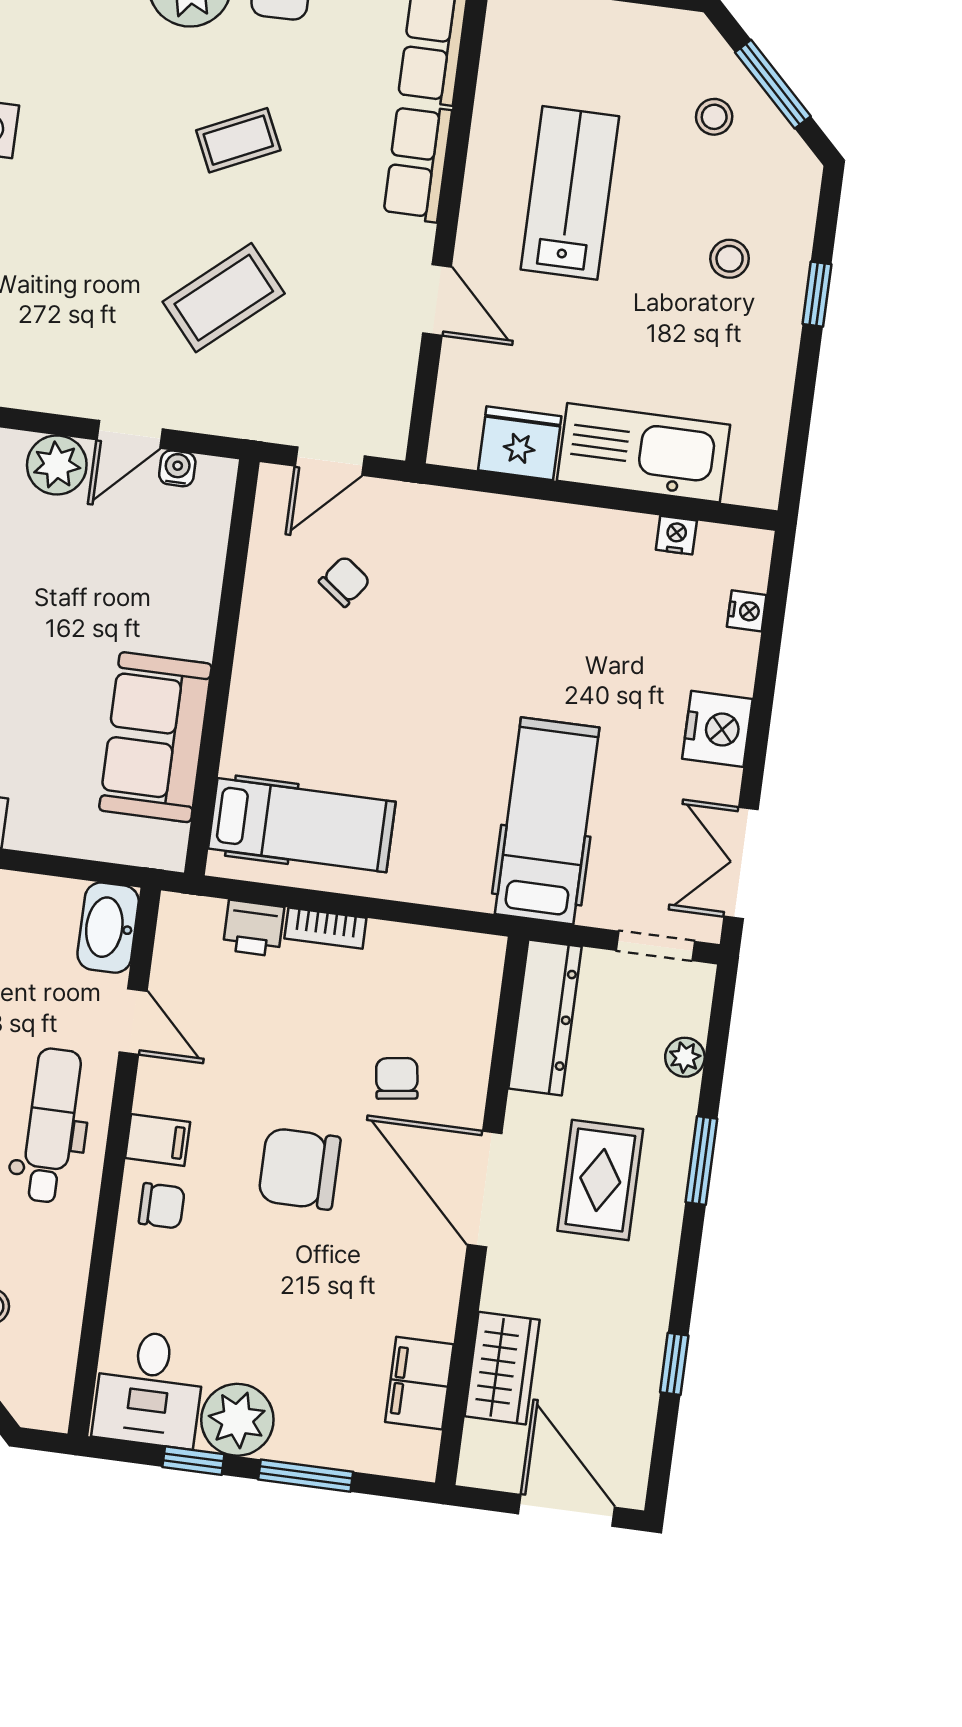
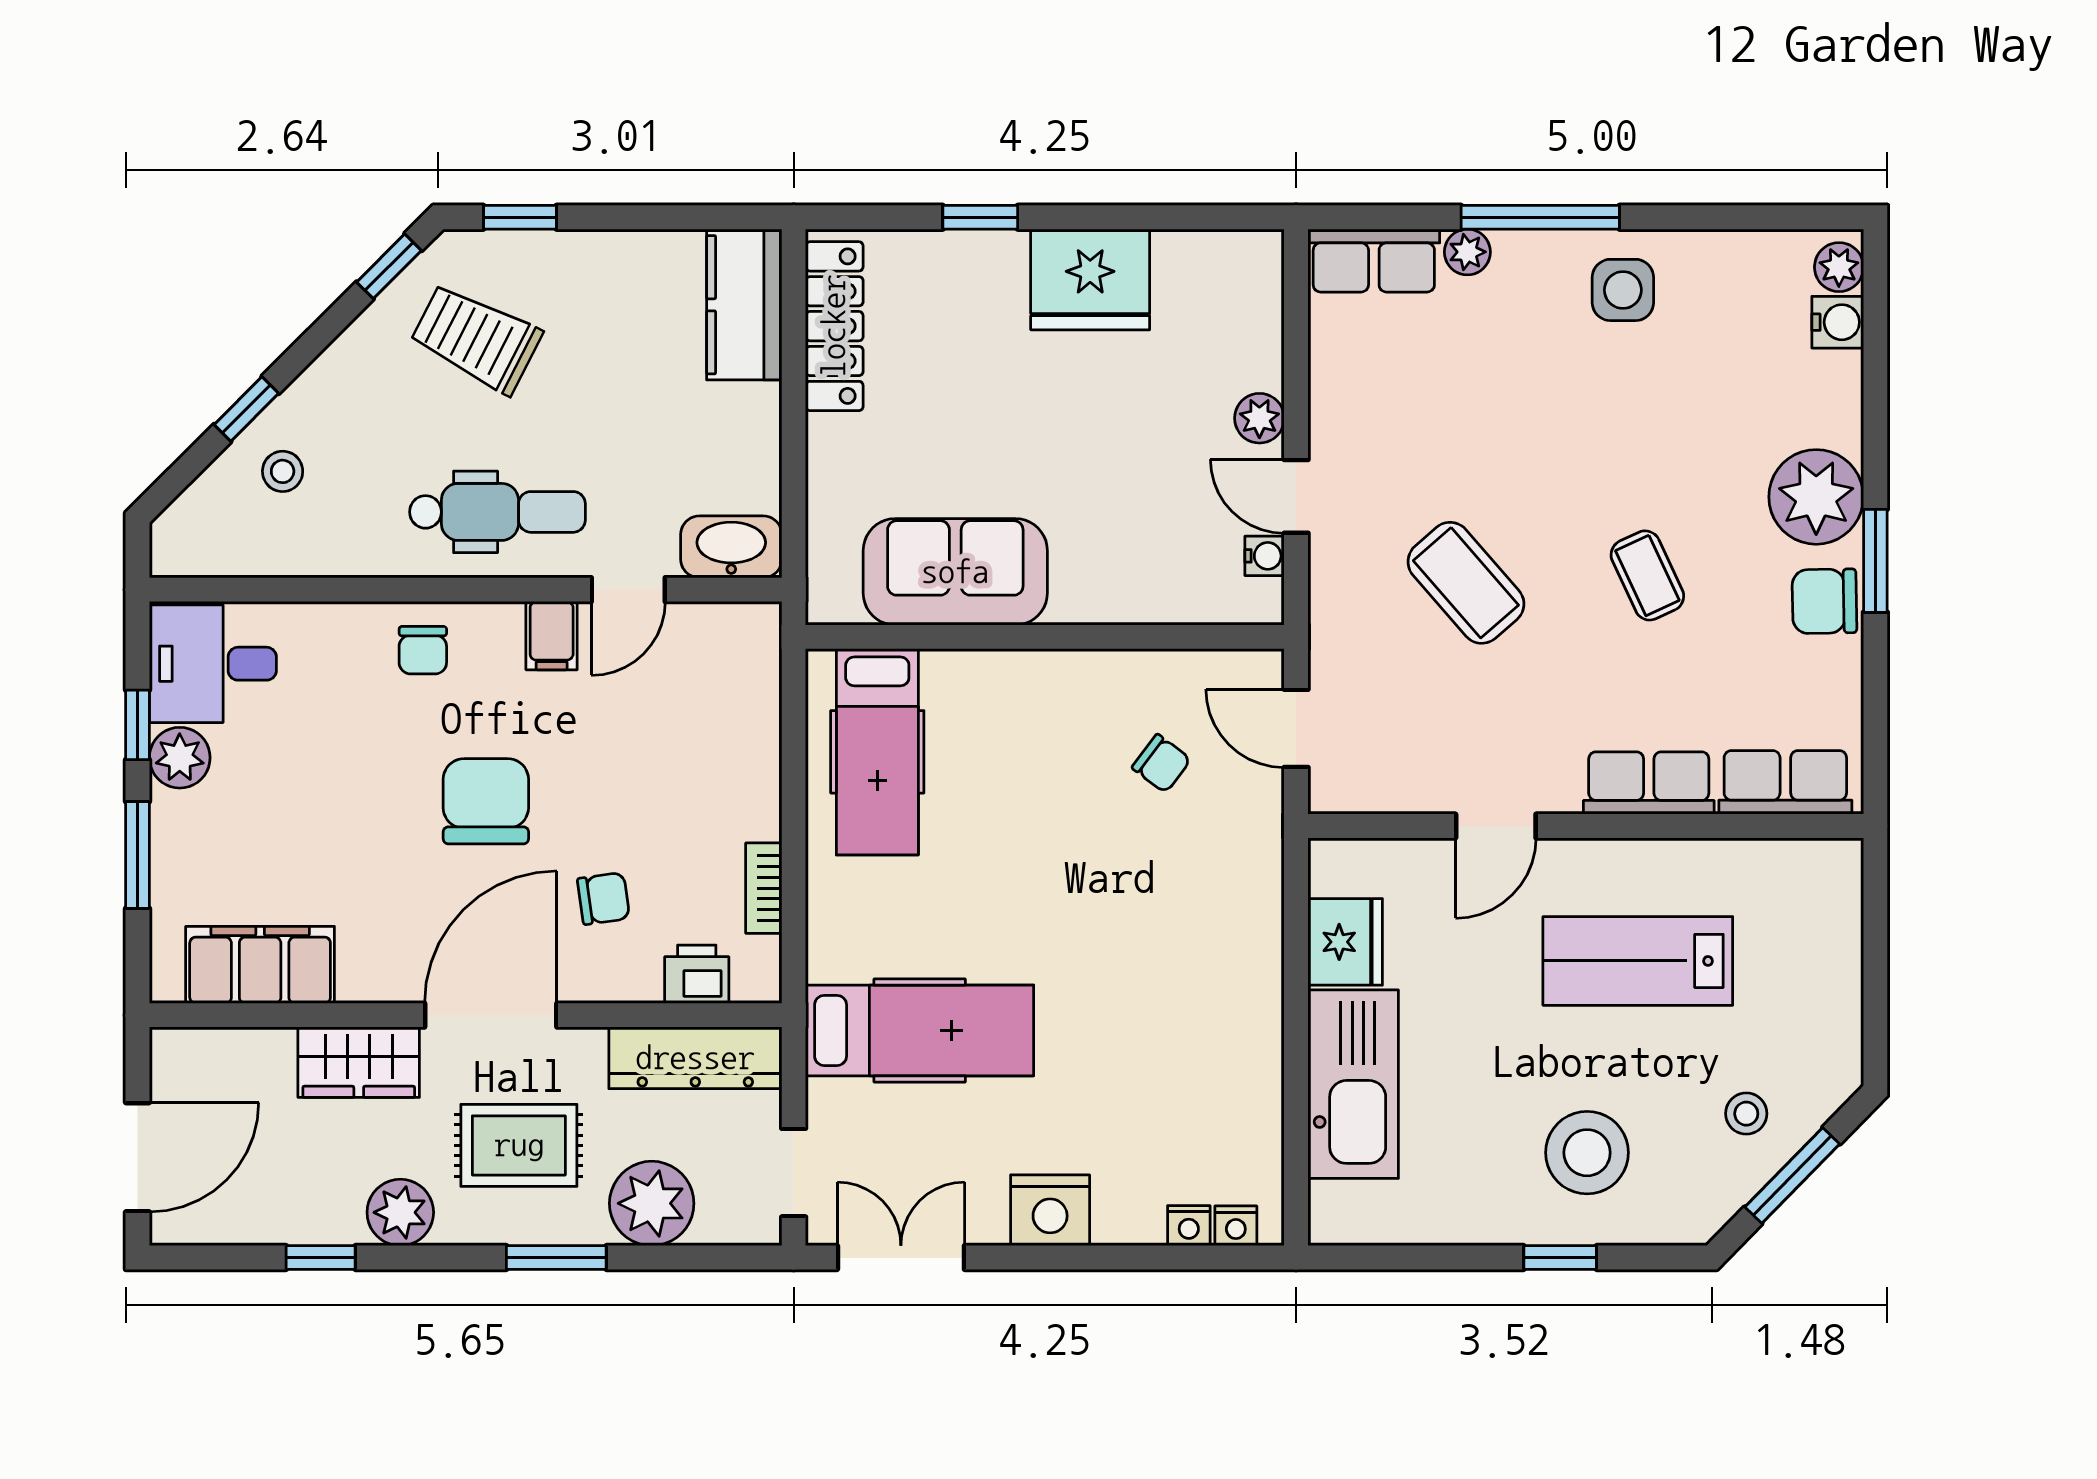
lab bench: (570, 193) -> (1638, 961), turned 180
stool: (730, 259) -> (1587, 1153), width x1.89, depth x1.89
plant: (57, 465) -> (1259, 418), width x0.73, depth x0.73
nightstand: (676, 535) -> (1236, 1226), moved, turned 90
printer: (253, 928) -> (697, 974), moved, turned 90
bookcase: (325, 928) -> (764, 888), moved
plant: (685, 1057) -> (652, 1203), width x1.88, depth x1.88
filing cabinet: (158, 1140) -> (552, 636), moved
plant: (644, 1290) -> (400, 1212), added
wardrobe: (502, 1368) -> (359, 1062), moved
filing cabinet: (419, 1383) -> (260, 965), width x1.50, depth x1.17
plant: (237, 1420) -> (180, 758), width x0.73, depth x0.73

